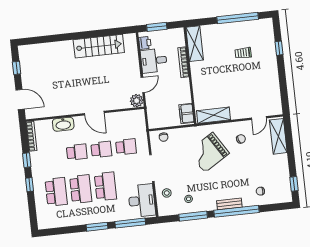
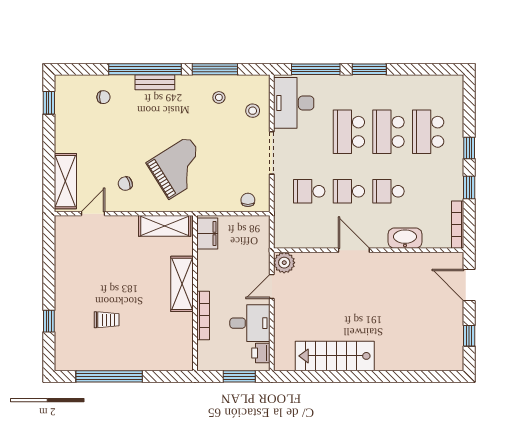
shelving: (195, 44) -> (182, 284), moved

